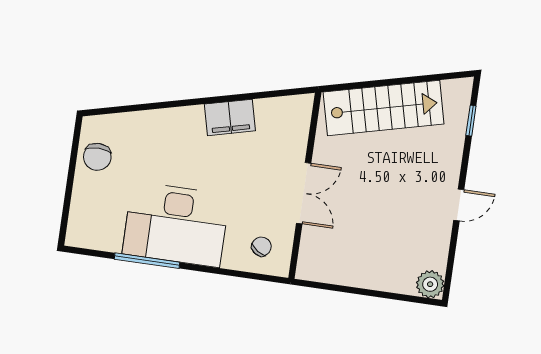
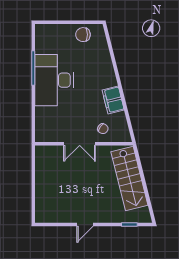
door: (459, 205) -> (85, 225), hinge flipped
chair: (261, 247) -> (103, 129), moved
plant: (430, 284) -> (42, 216), removed

